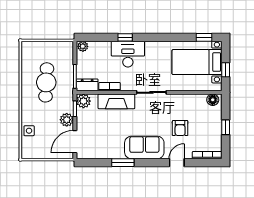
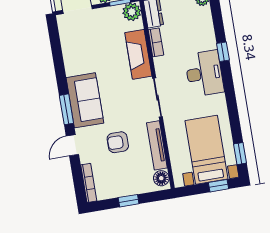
desk: (128, 54) -> (204, 73), moved
window: (226, 70) -> (219, 186), moved
tv unit: (187, 99) -> (157, 145), added
window: (123, 163) -> (66, 109), moved
door: (177, 163) -> (72, 145), swing flipped

